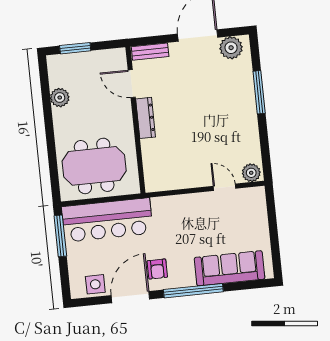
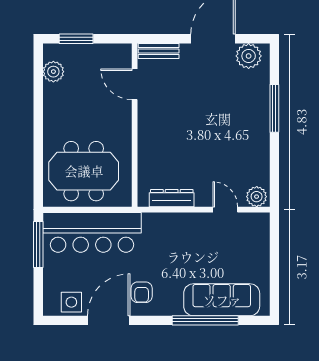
plant: (60, 98) -> (53, 72), moved
dresser: (146, 118) -> (172, 198), moved, turned -90
window: (193, 291) -> (205, 320), moved

